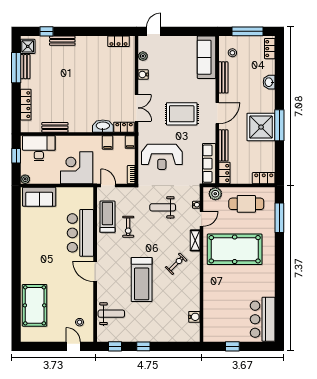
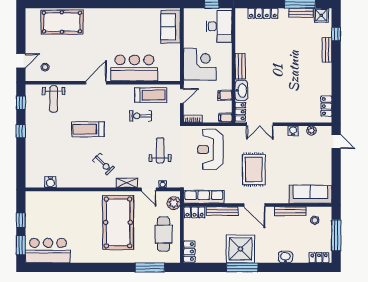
bench: (55, 127) -> (240, 66), moved
plant: (25, 179) -> (188, 13), removed
treadmill: (142, 279) -> (88, 129), width x0.73, depth x0.73
window: (257, 346) -> (21, 245), added

